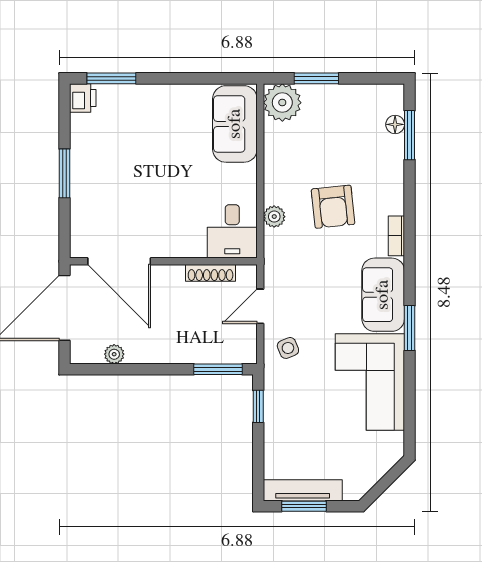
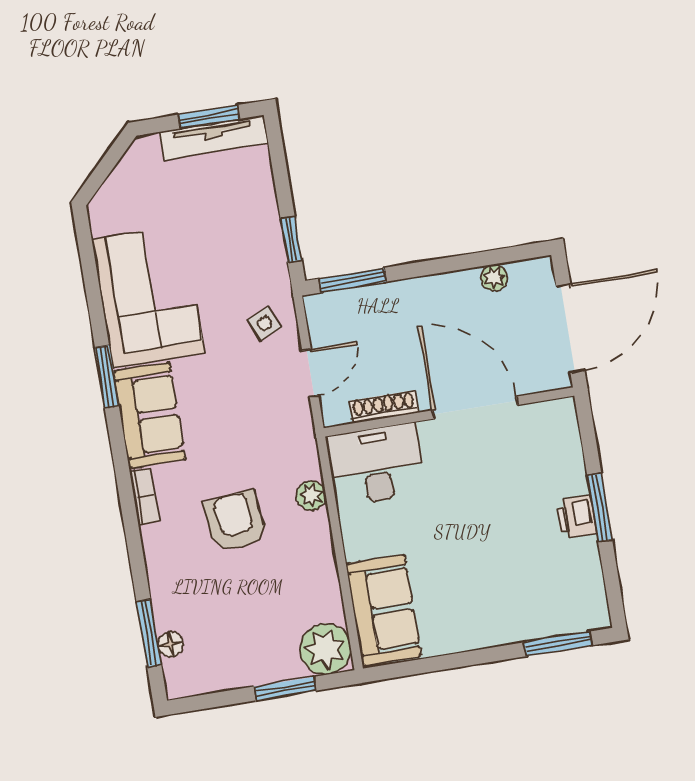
printer: (83, 98) -> (576, 517), moved
desk: (232, 231) -> (376, 465), width x1.37
door: (119, 261) -> (475, 408), moved

